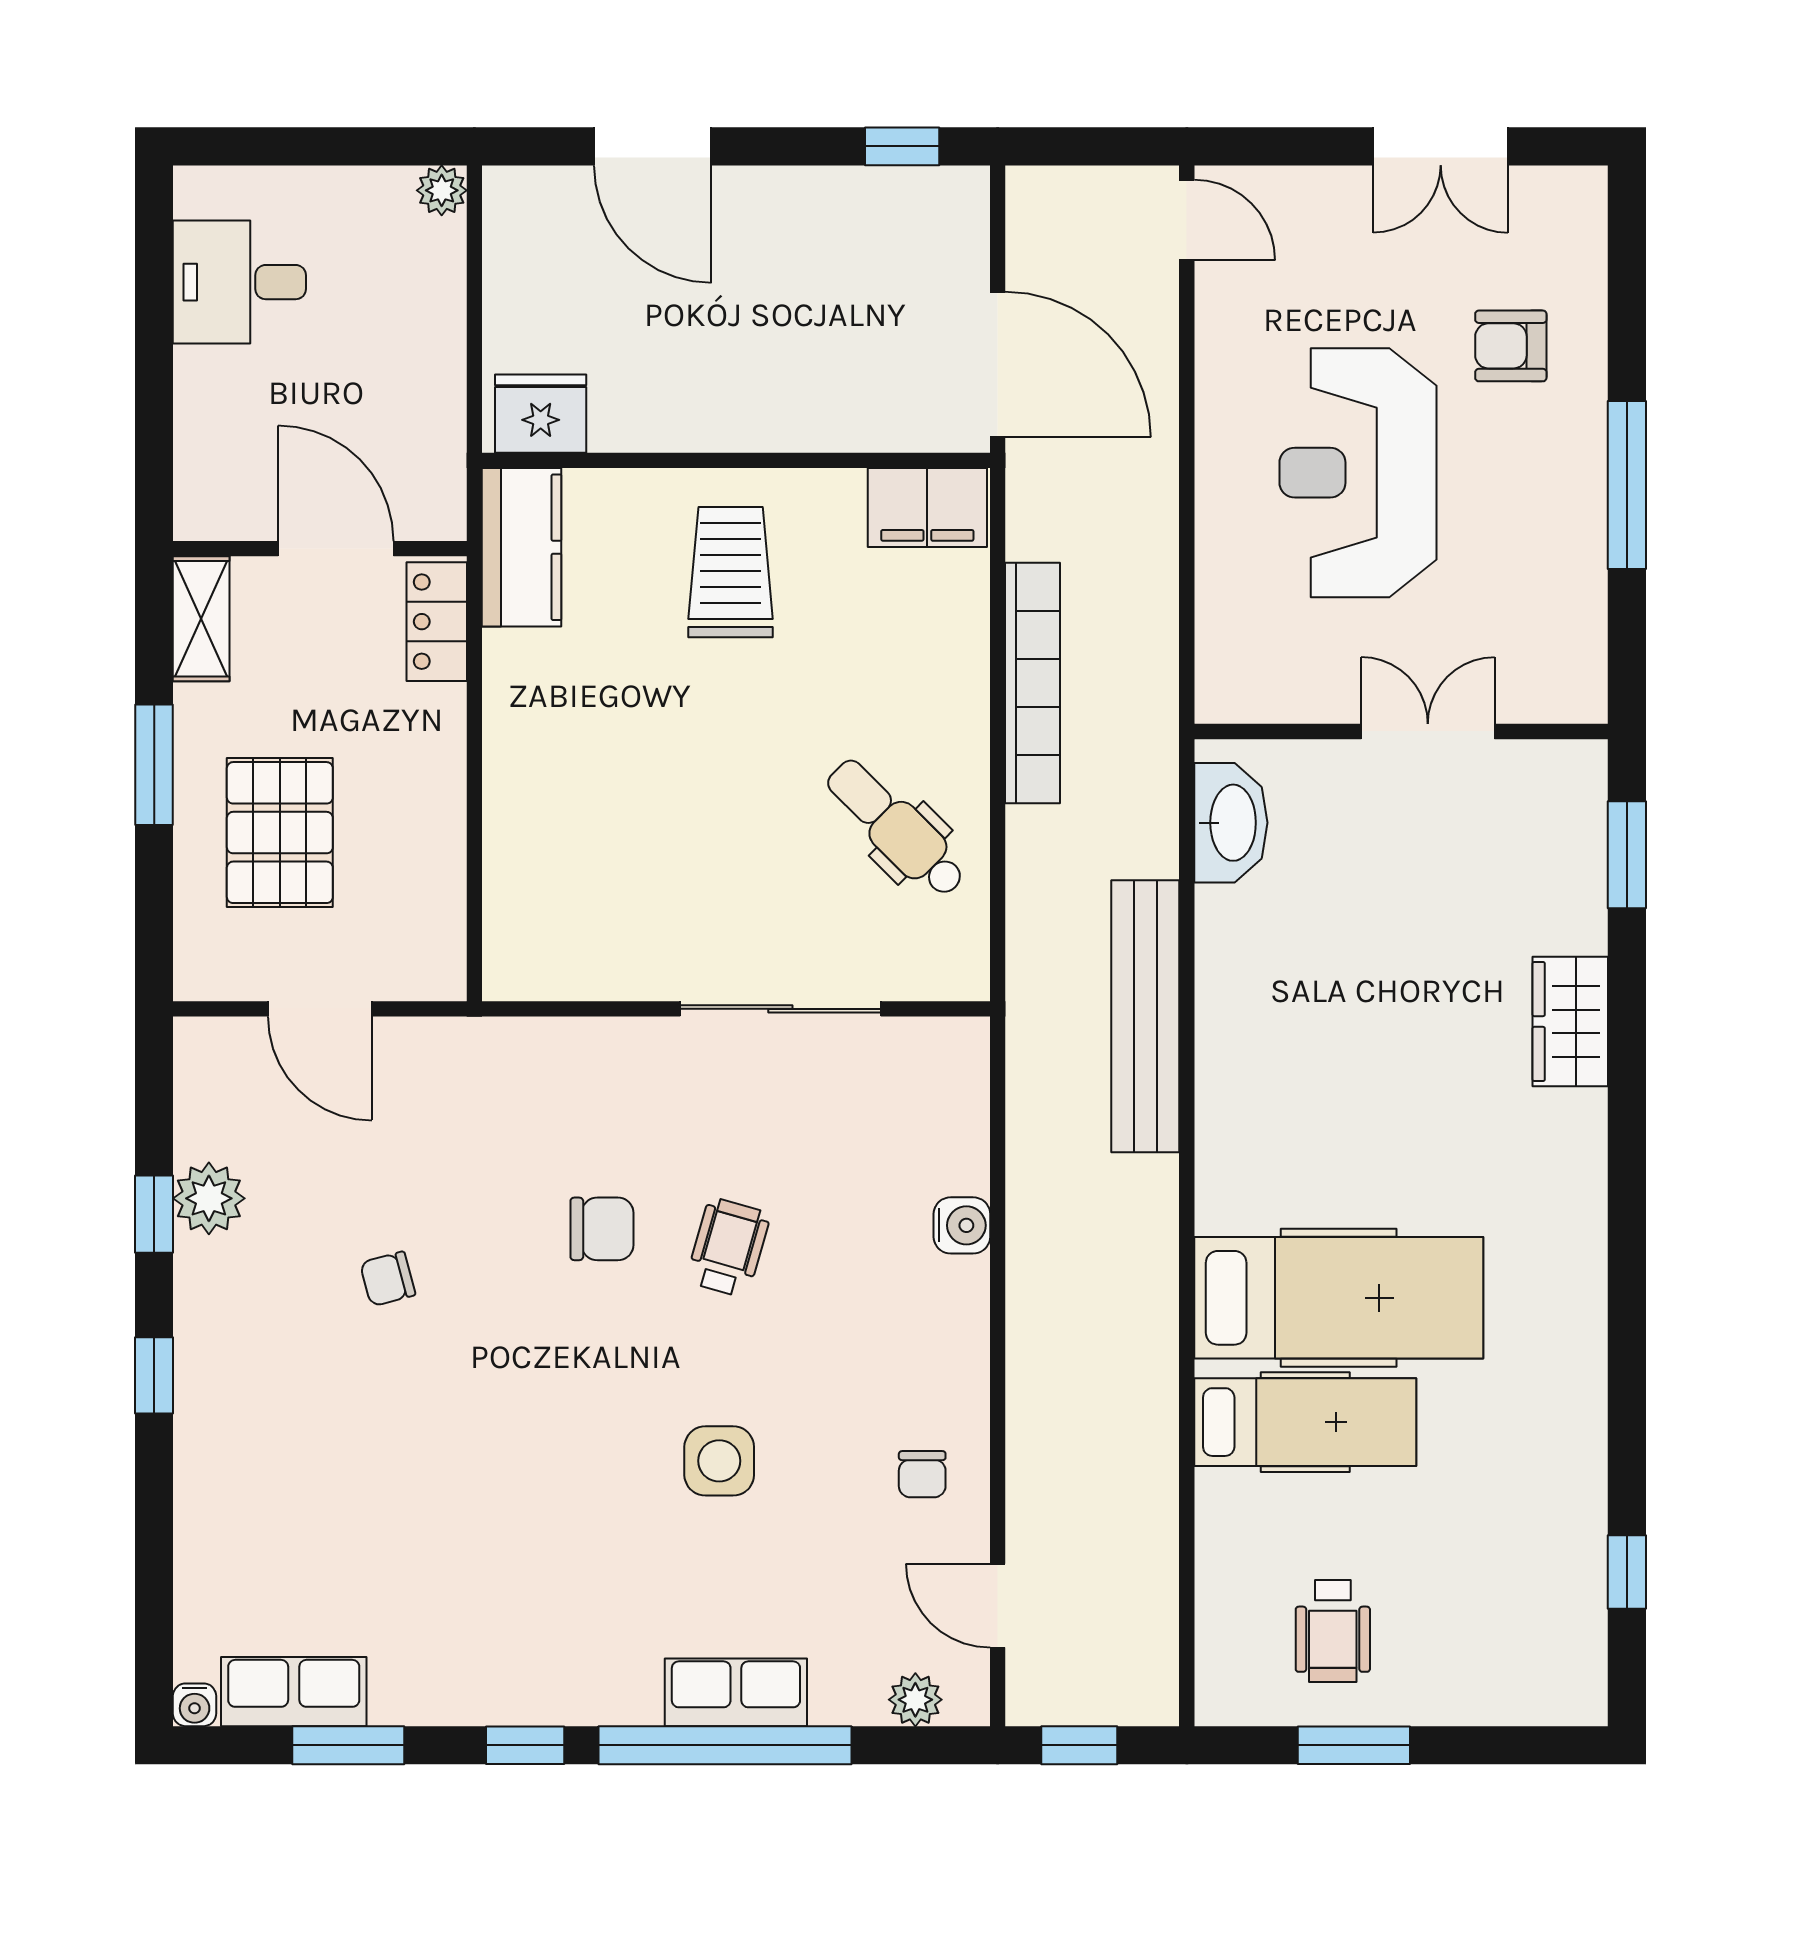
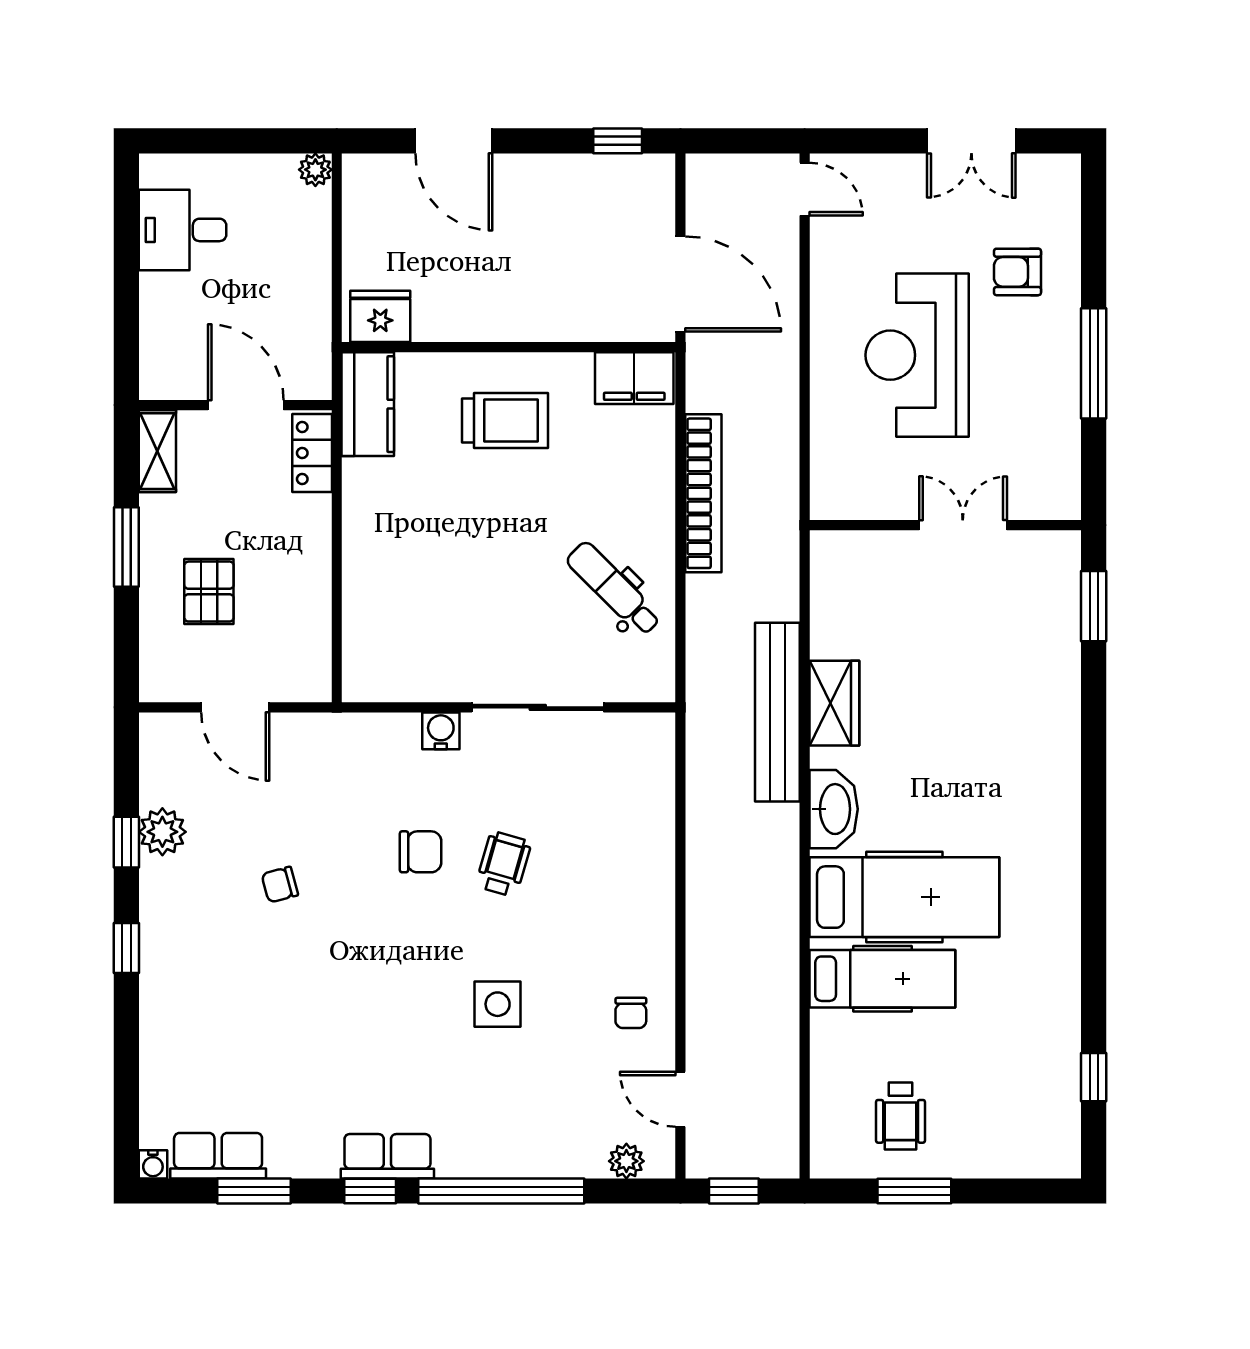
trolley: (731, 572) -> (505, 420), turned 90
washbasin: (1231, 823) -> (834, 809), moved
pallet: (280, 833) -> (209, 592), width x0.67, depth x0.71
wardrobe: (1570, 1022) -> (834, 703), moved, turned 180
water cooler: (962, 1225) -> (441, 731), moved, turned -90
row of seats: (736, 1692) -> (387, 1156), moved

